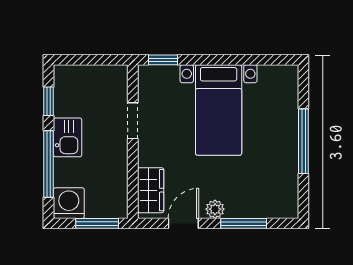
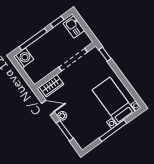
bed with nightstands: (219, 110) -> (114, 101), moved, turned 90
doorway: (133, 121) -> (73, 60), width x1.88
kitchen sink: (68, 137) -> (74, 27), moved, turned 90
window: (97, 223) -> (24, 75), removed

